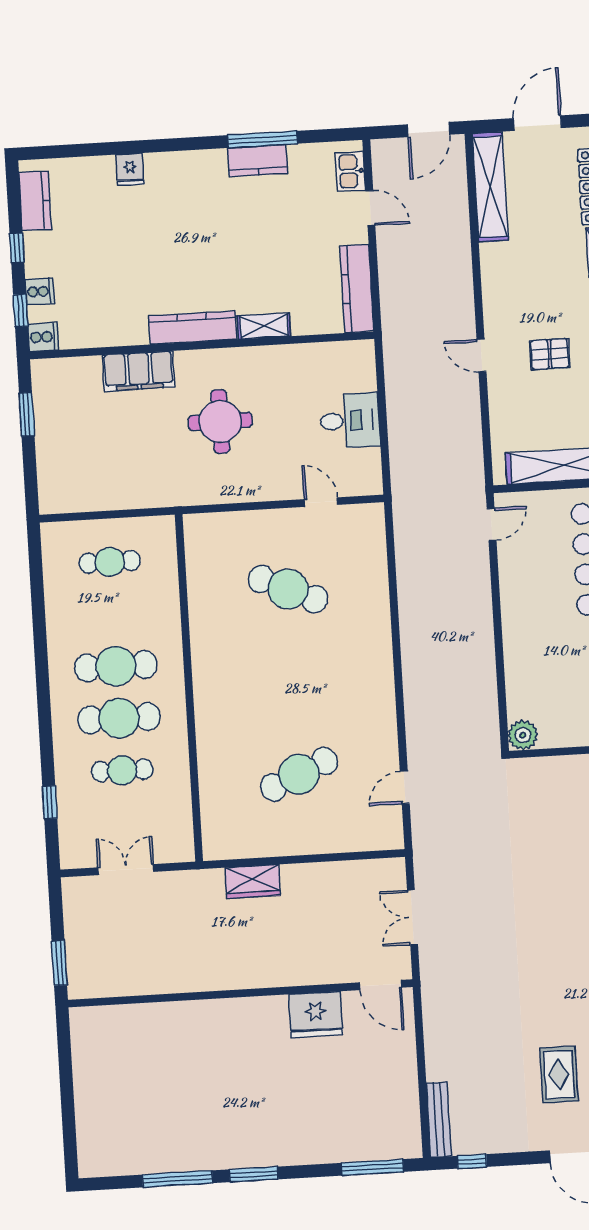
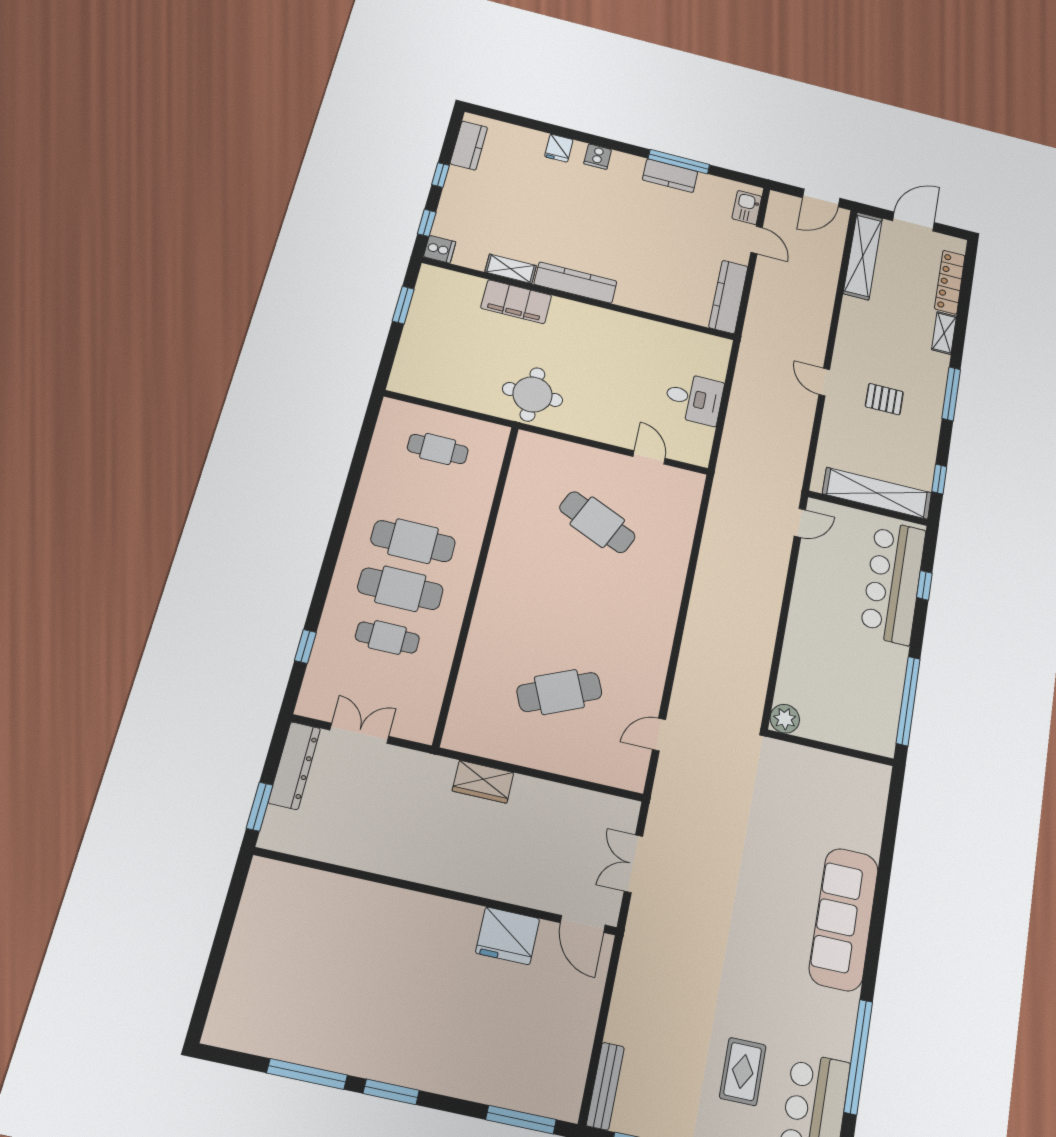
cooker: (40, 292) -> (598, 157), moved, turned 90
shelving: (264, 326) -> (511, 269), moved
round table: (220, 421) -> (532, 394), moved
dresser: (77, 917) -> (294, 765), added

